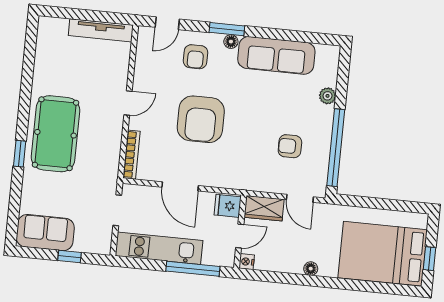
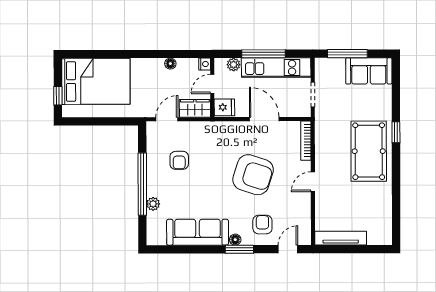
armchair: (201, 119) -> (253, 175), turned 108
armchair: (290, 146) -> (179, 160), turned 90
window: (336, 148) -> (142, 184), moved
door: (300, 198) -> (167, 119), hinge flipped
window: (69, 256) -> (347, 54), width x2.17
plant: (211, 257) -> (234, 65), added
window: (429, 259) -> (58, 96), moved
window: (193, 269) -> (263, 54), moved
floor lamp: (311, 269) -> (170, 64), moved

